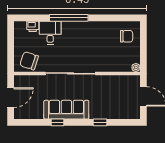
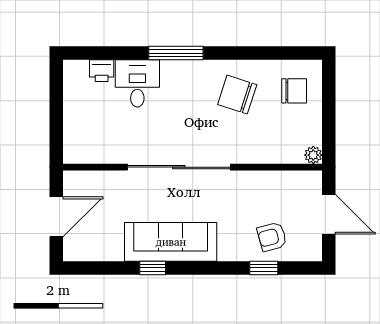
window: (69, 18) -> (176, 53), width x0.68
chair: (29, 61) -> (237, 95), moved
armchair: (116, 107) -> (272, 237), added
window: (100, 122) -> (264, 268), moved

